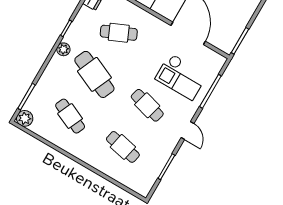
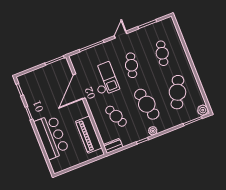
cafe table: (94, 74) -> (147, 104), turned -36
checkout: (181, 77) -> (105, 79), moved
cafe table: (70, 116) -> (177, 92), width x1.37, depth x1.35

